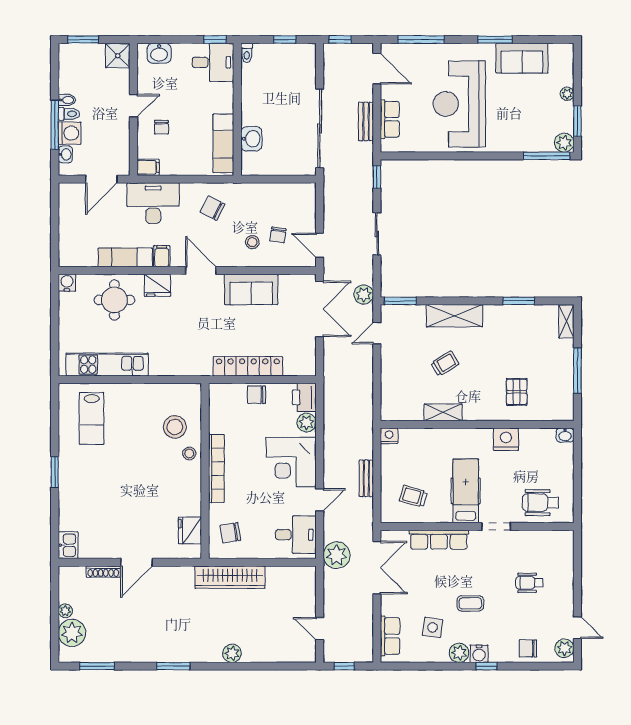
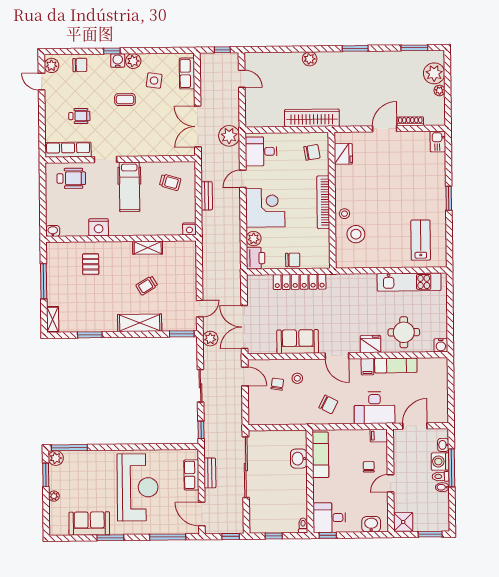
row of seats: (439, 540) -> (68, 150), moved

